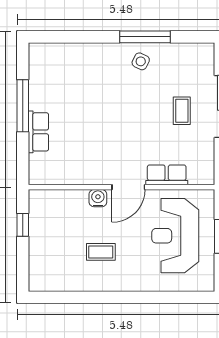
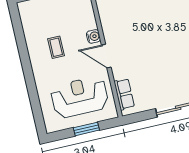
coffee table: (182, 111) -> (169, 81), removed
row of seats: (167, 175) -> (124, 94), moved

